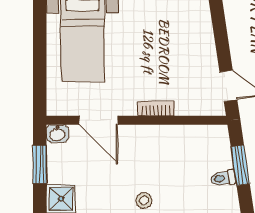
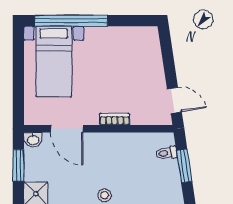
toilet: (223, 178) -> (166, 153), moved

